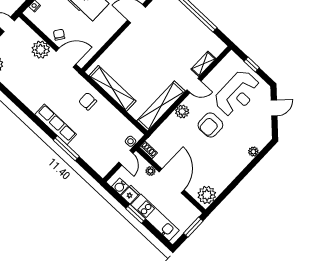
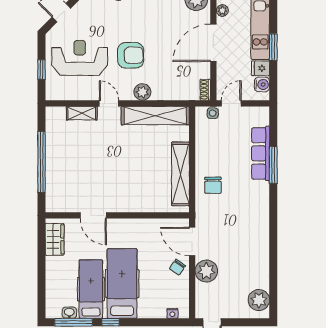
row of seats: (56, 124) -> (261, 153), moved
plant: (151, 171) -> (222, 10), moved

